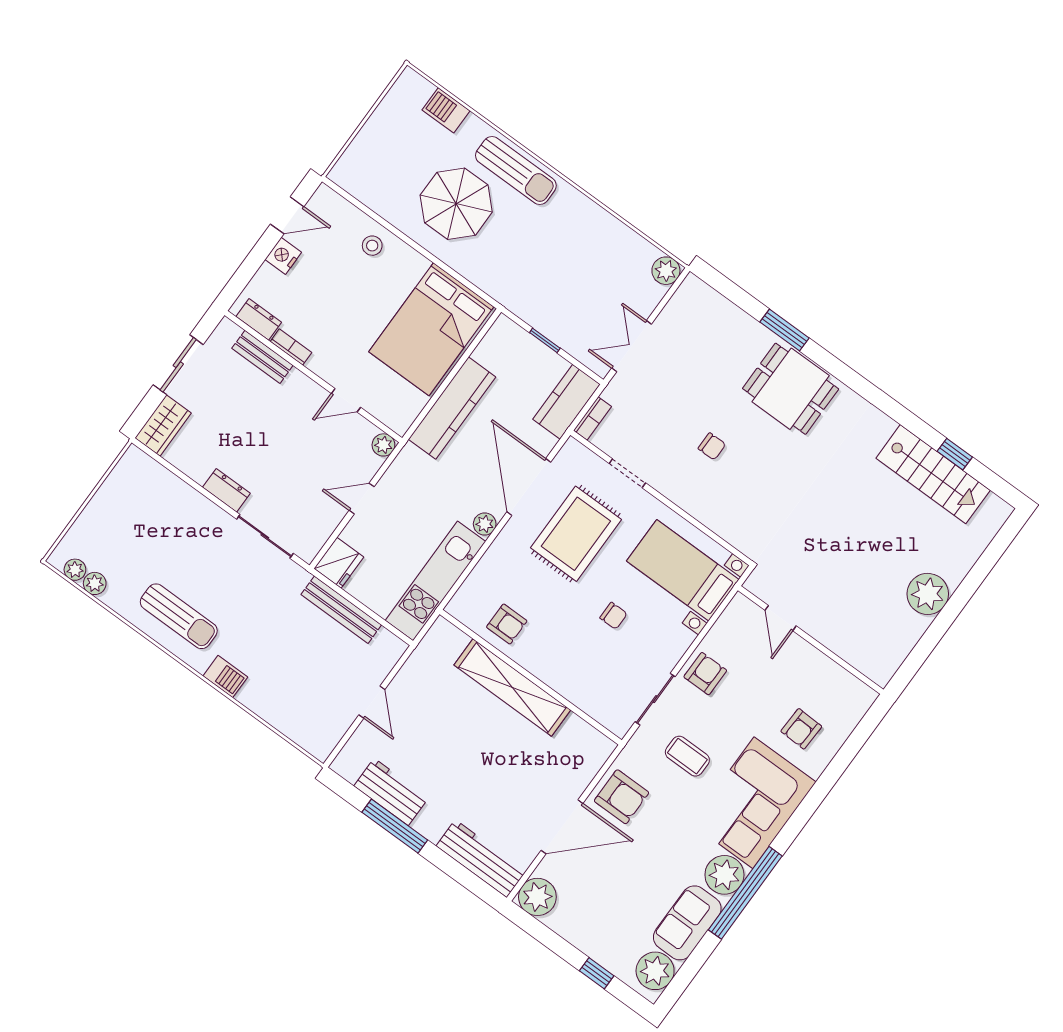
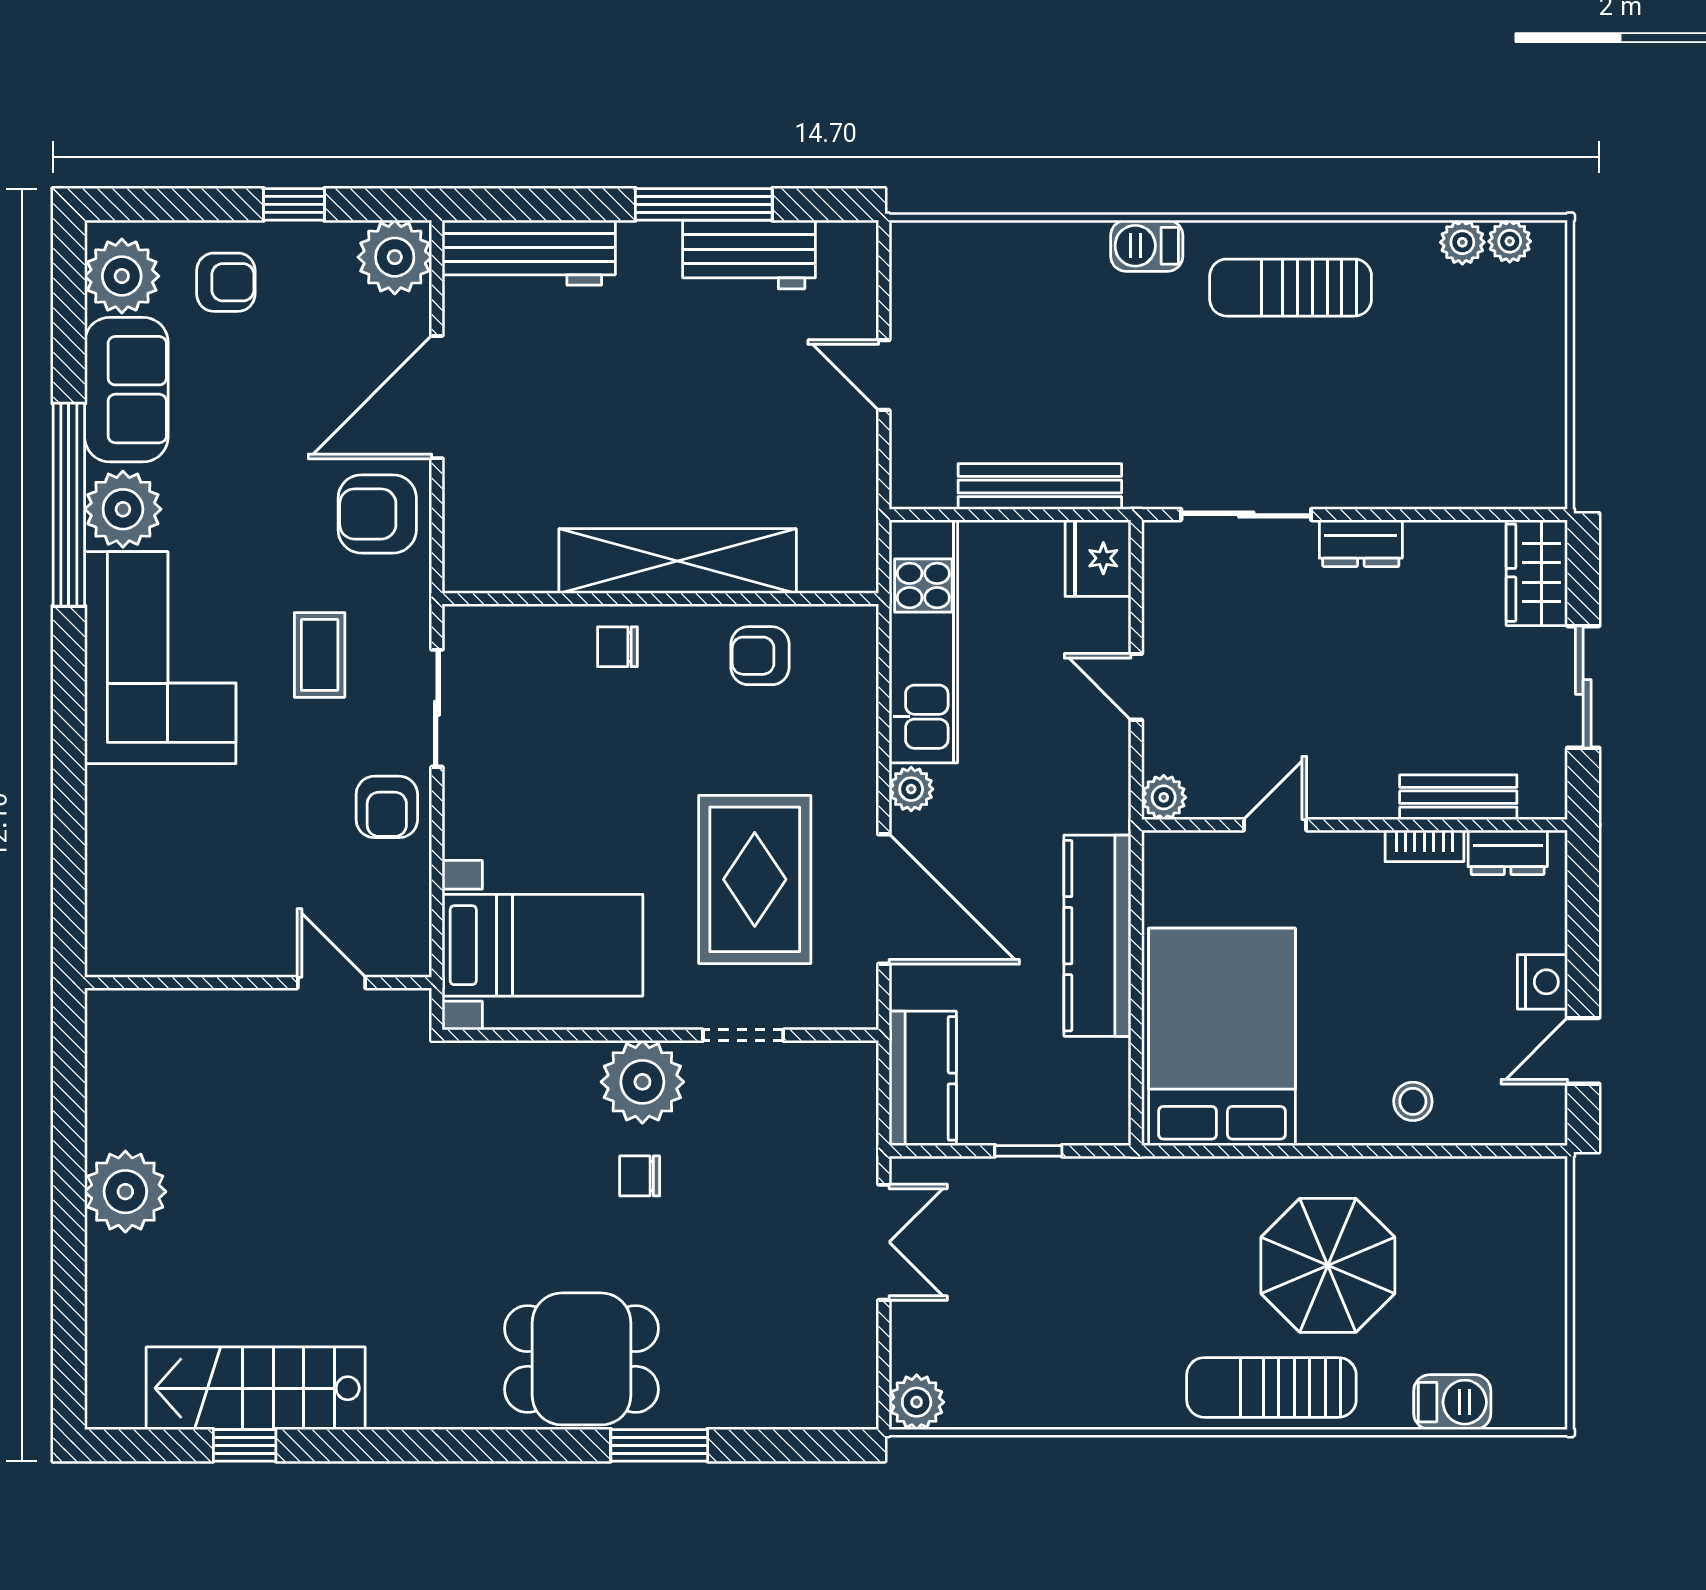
bookcase: (592, 418) -> (862, 1082), removed
plant: (683, 484) -> (642, 1082), added
door: (362, 499) -> (1136, 687), swing flipped
chair: (614, 616) -> (617, 647), moved
armchair: (801, 729) -> (226, 282), moved, turned 88
coffee table: (687, 756) -> (320, 655), turned 90
window: (597, 973) -> (294, 204), moved

